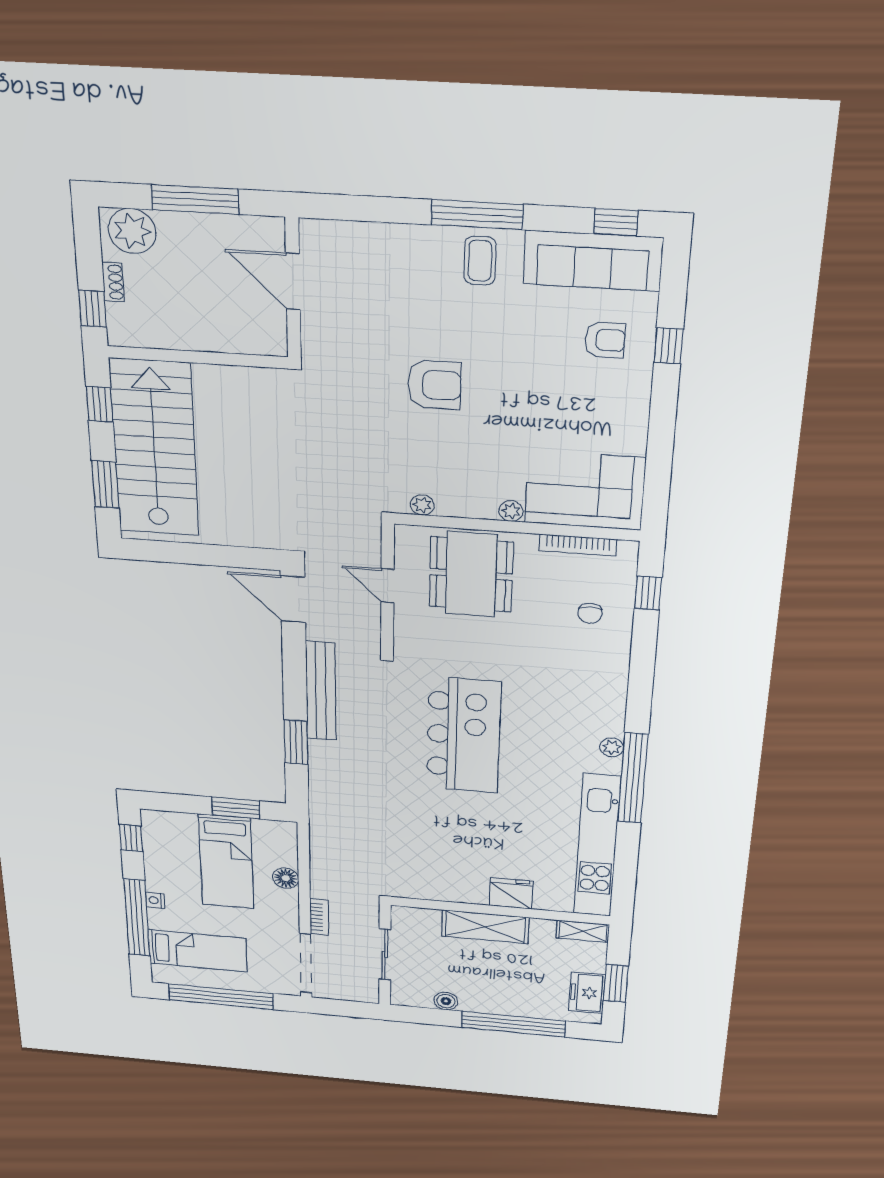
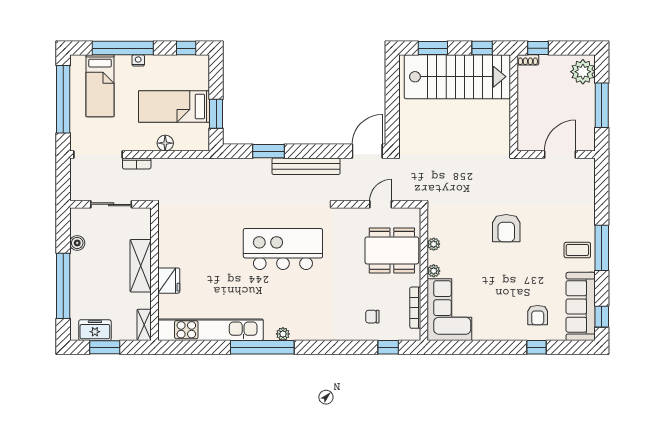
shoe rack: (113, 282) -> (528, 60), moved
plant: (422, 505) -> (434, 244), moved
kitchen island: (463, 735) -> (283, 249), turned 180

